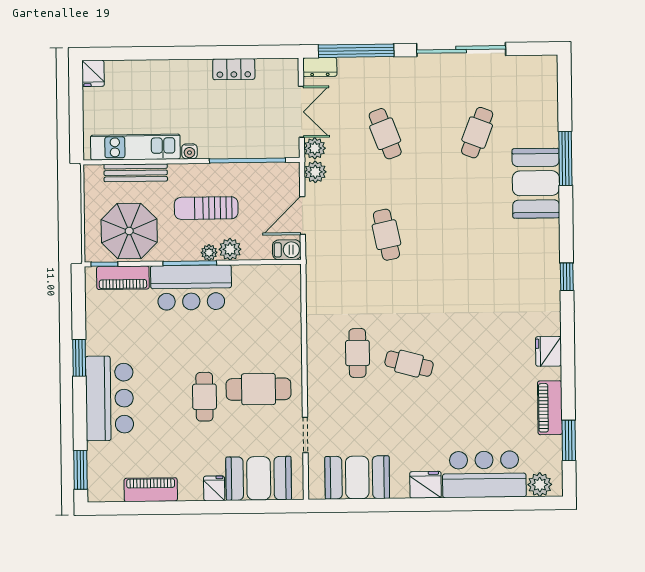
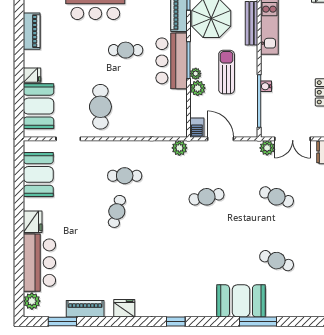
cafe table: (385, 134) -> (277, 197), turned 42
water cooler: (189, 151) -> (266, 86), moved
plant: (315, 172) -> (179, 148), moved
cafe table: (204, 397) -> (126, 50), moved

